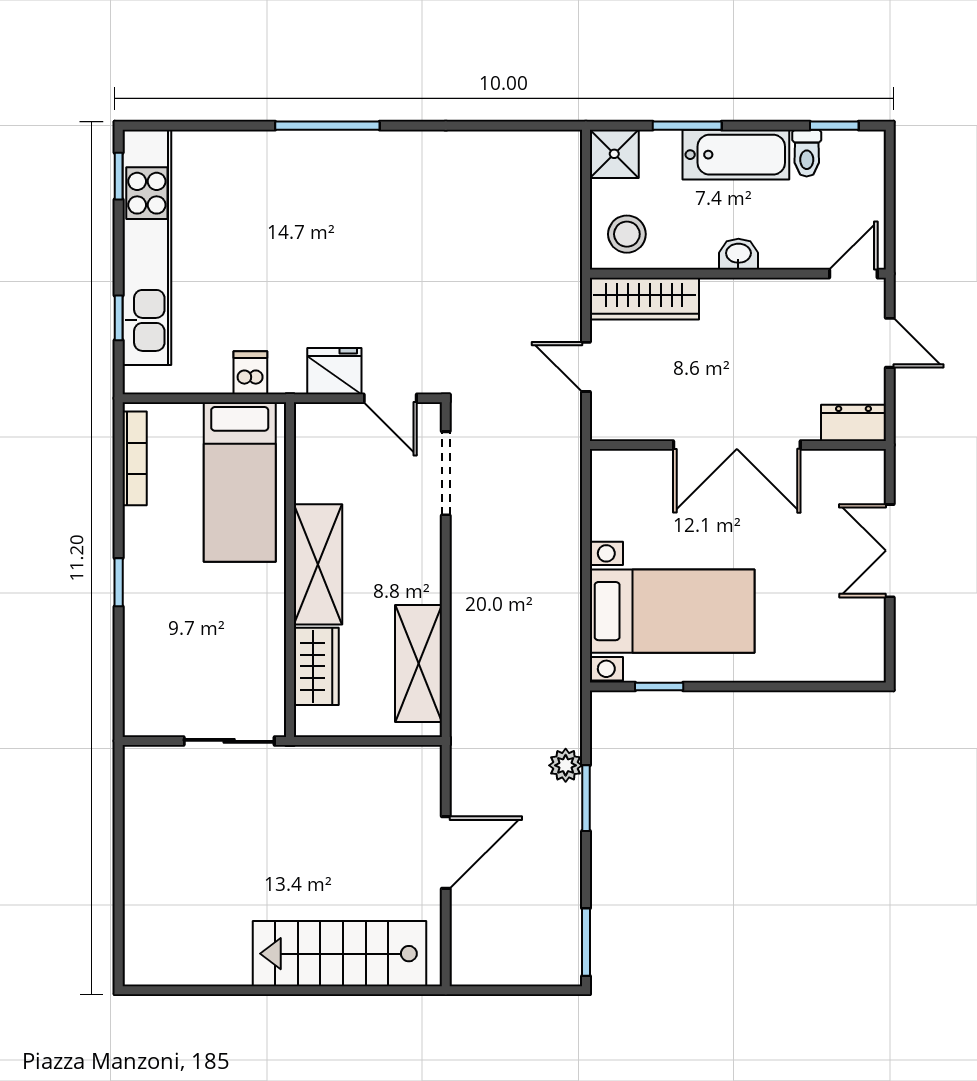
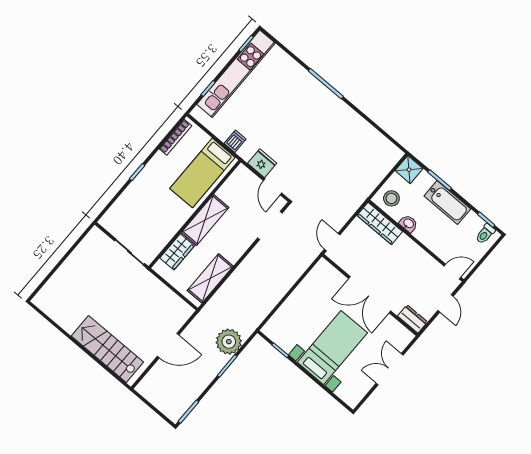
toilet: (807, 153) -> (485, 234), moved
washbasin: (738, 254) -> (408, 224), moved
door: (586, 367) -> (332, 242), moved
bed with nightstands: (672, 611) -> (332, 348), moved, turned -90
plant: (566, 765) -> (229, 342), width x1.87, depth x1.87

